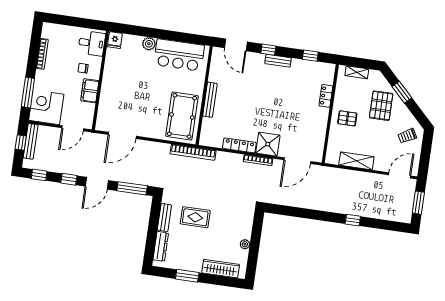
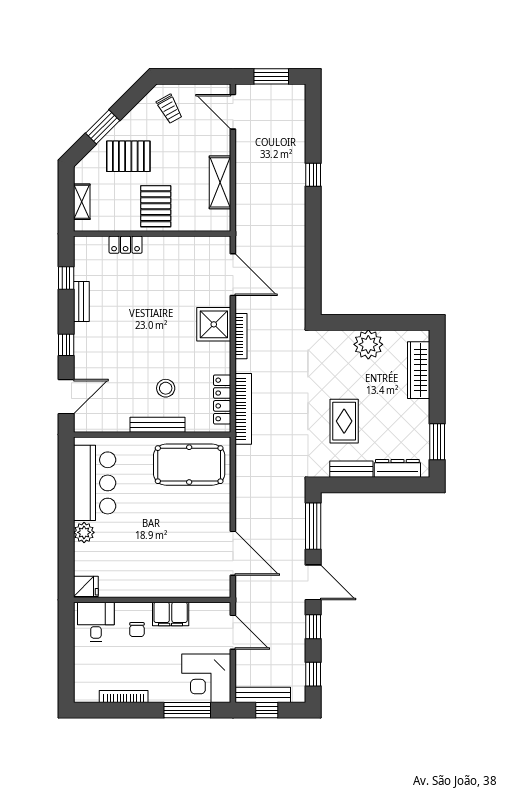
bench: (278, 61) -> (81, 301), moved
stool: (232, 108) -> (166, 388), added
pallet: (347, 118) -> (156, 206), width x1.50, depth x1.42
locker: (239, 145) -> (222, 399), moved
bookcase: (193, 152) -> (243, 409), moved
plant: (245, 244) -> (368, 344), width x1.88, depth x1.88
window: (187, 276) -> (437, 442), moved

